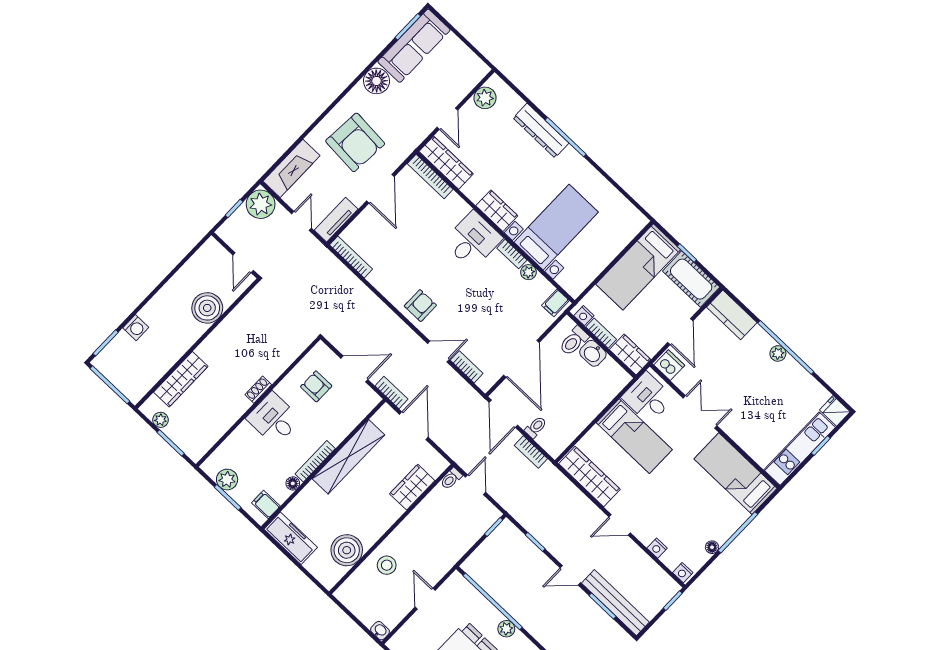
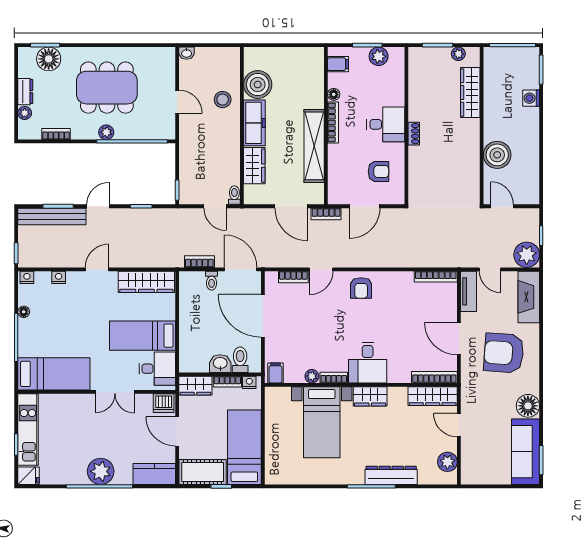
plant: (778, 353) -> (101, 471), width x1.88, depth x1.88
freezer: (291, 538) -> (254, 123), moved, turned -90

